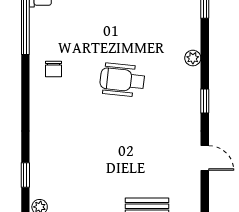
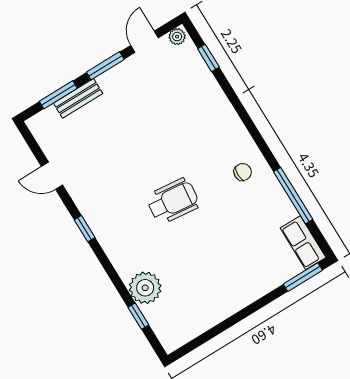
plant: (193, 58) -> (145, 288), moved, width x1.88, depth x1.88
chair: (54, 69) -> (243, 172), turned 90

